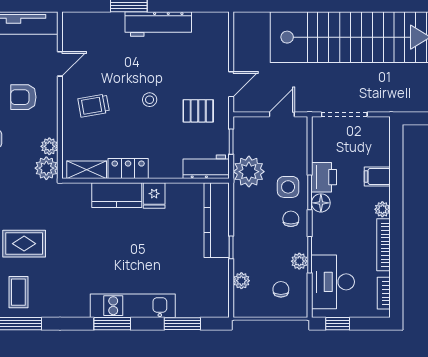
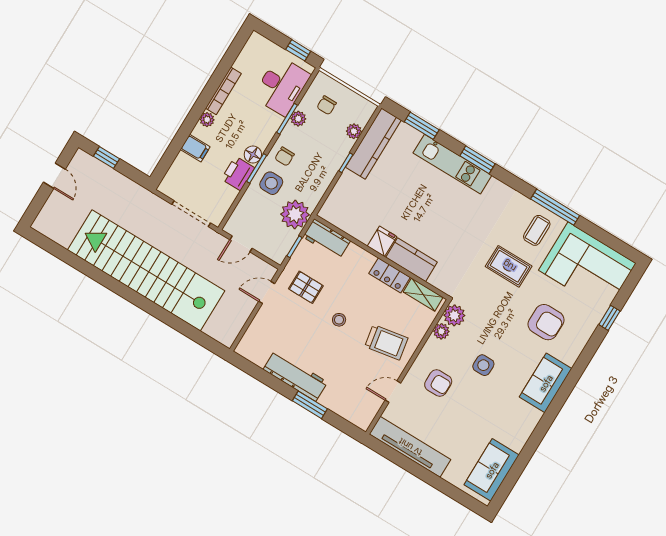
trolley: (94, 105) -> (386, 342), width x1.36, depth x1.39
kitchen counter: (217, 220) -> (373, 144), moved
bookcase: (384, 293) -> (247, 52), removed

